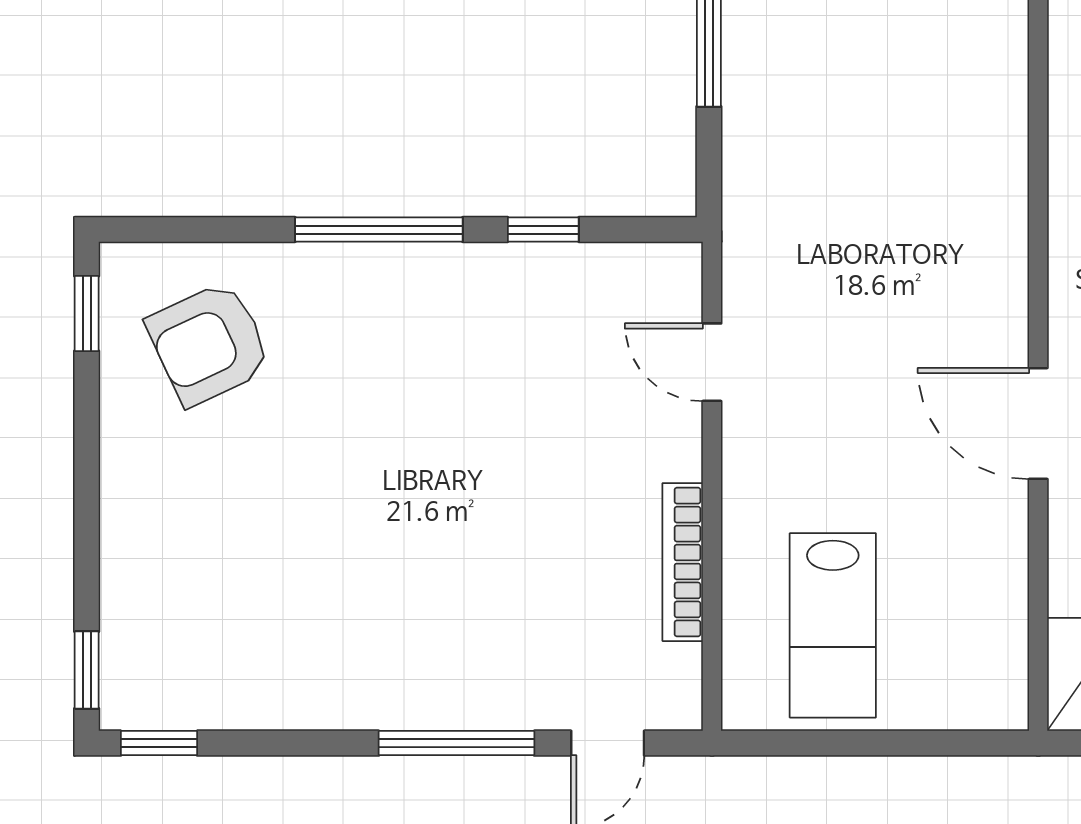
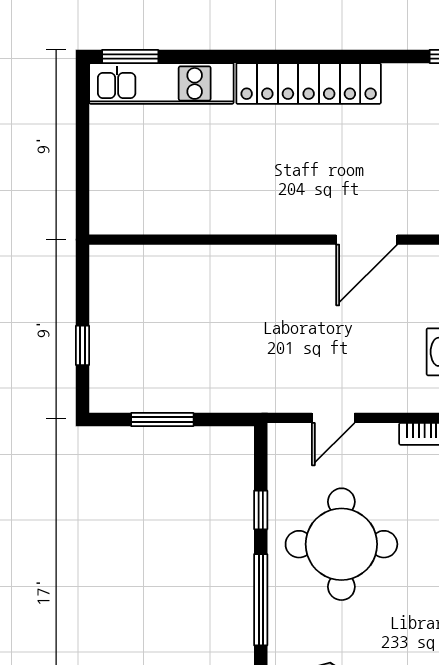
round table: (481, 377) -> (341, 544), added

